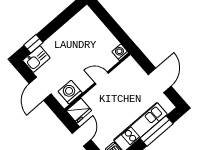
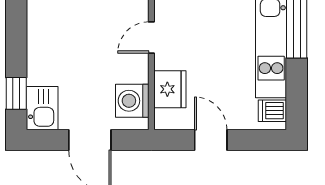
fridge: (79, 111) -> (170, 89), moved

